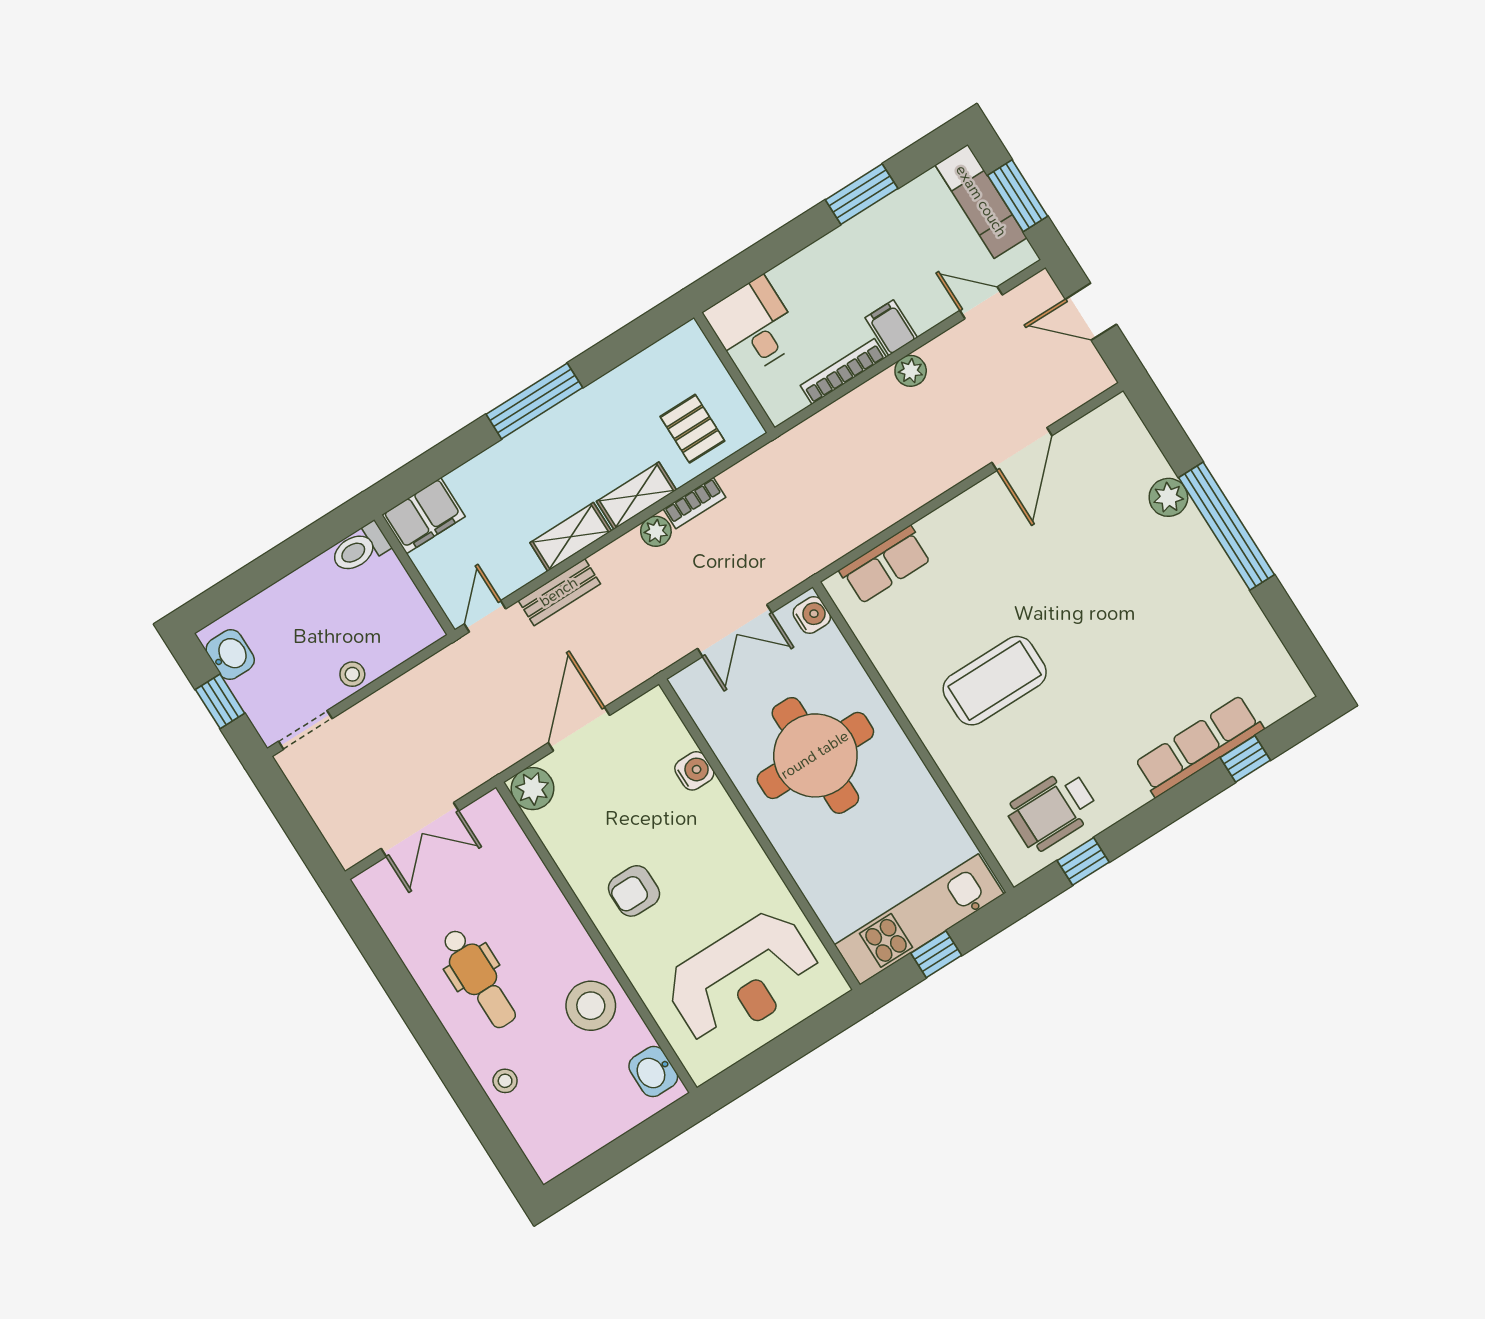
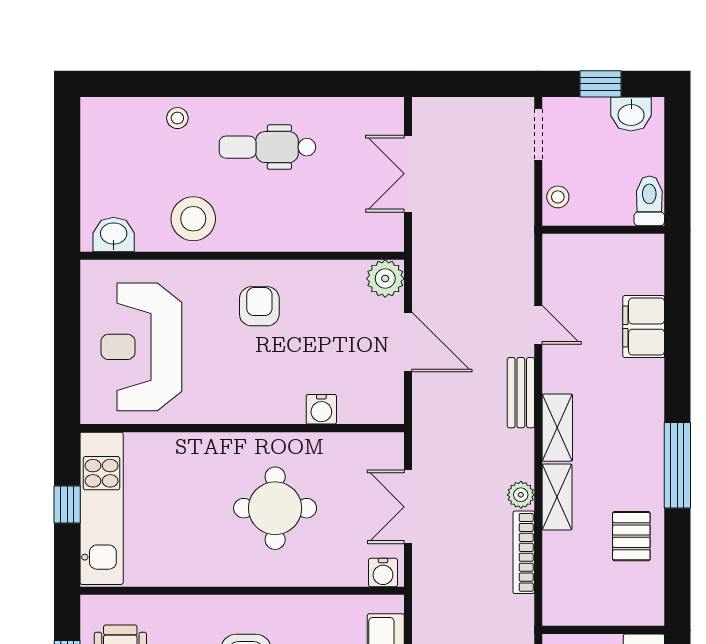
pallet: (692, 429) -> (631, 536), moved, turned 90
bookcase: (694, 503) -> (524, 552), width x1.56
toilet: (360, 548) -> (649, 201), moved
wall: (415, 575) -> (603, 230), moved
round table: (815, 755) -> (275, 508), width x0.73, depth x0.73

